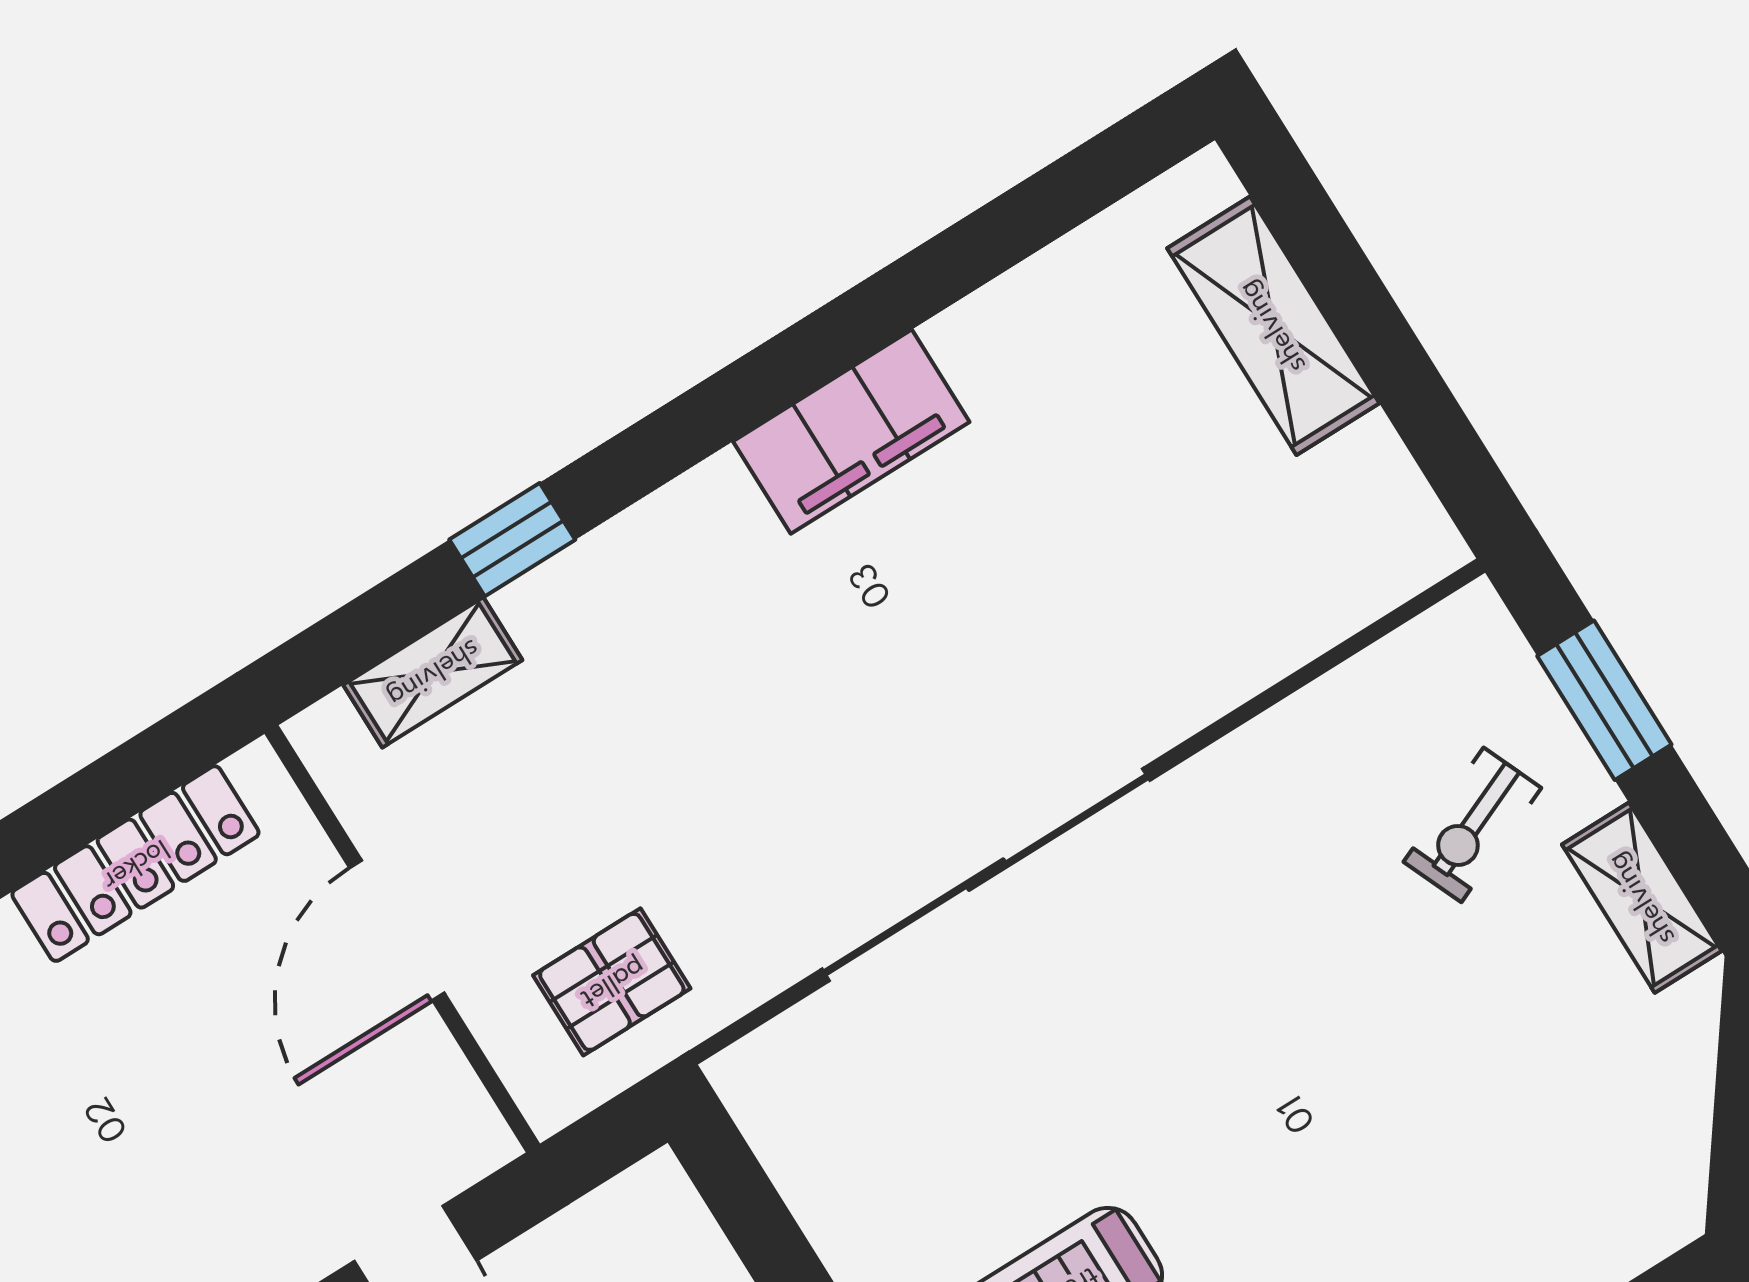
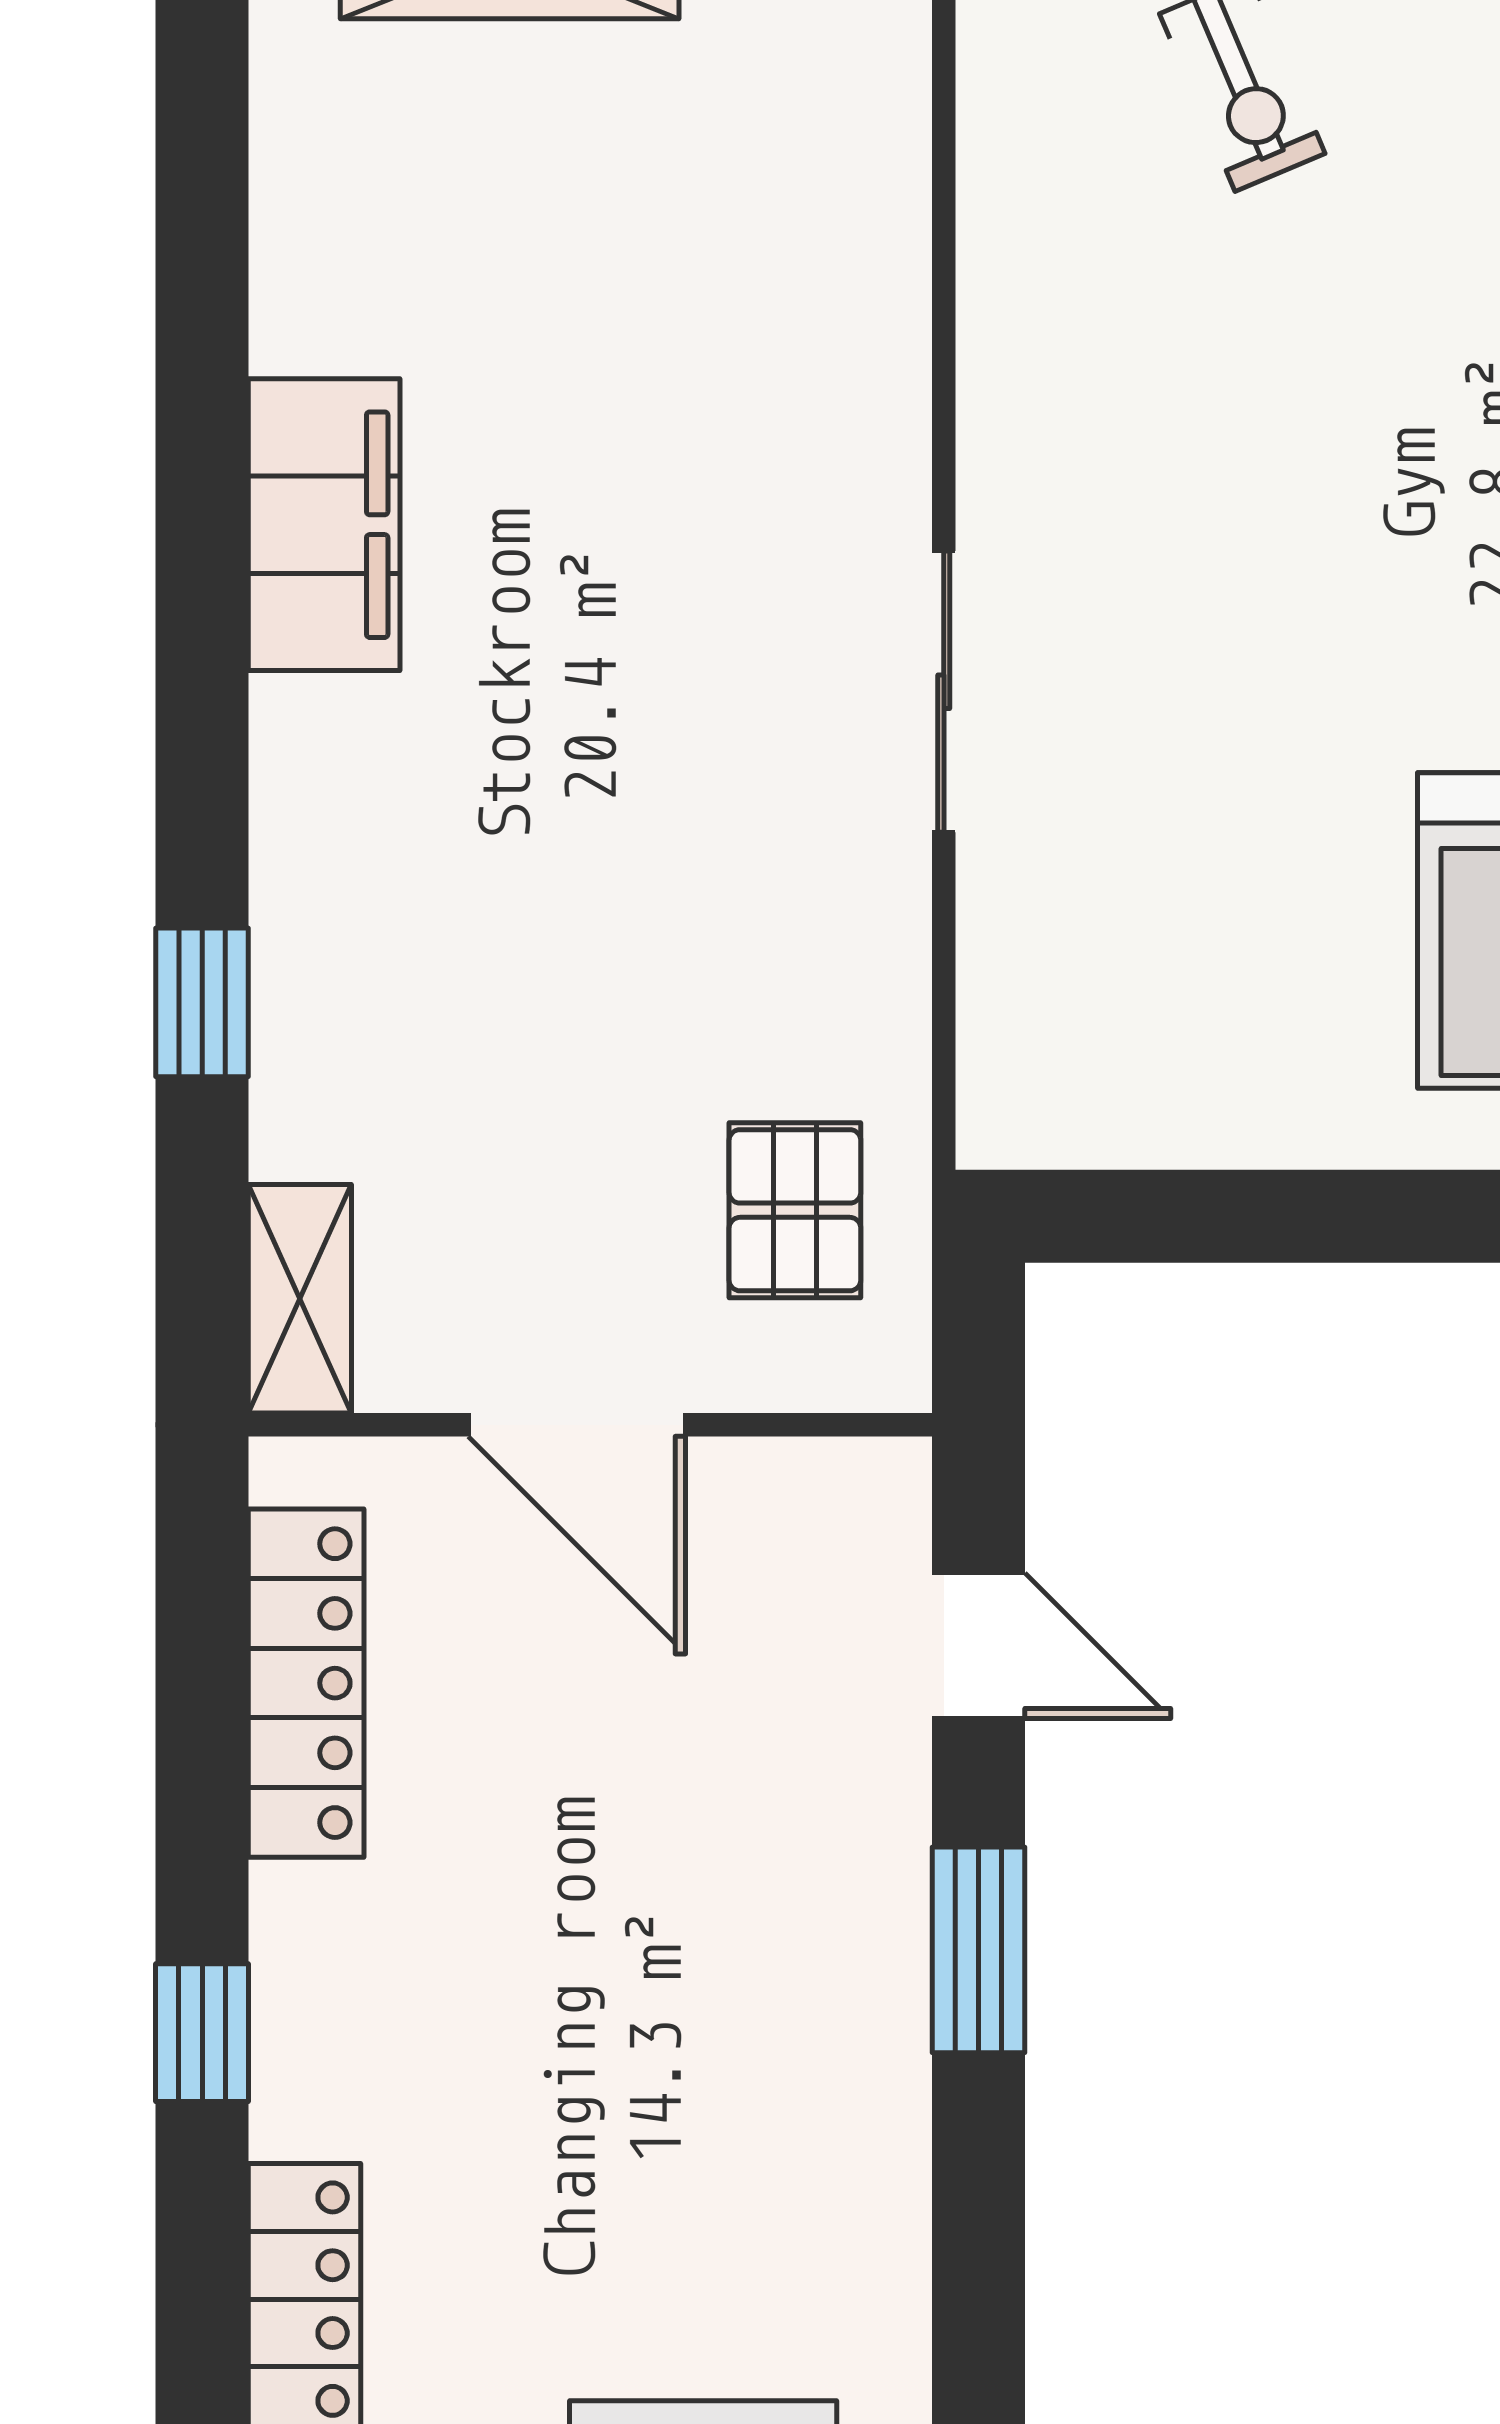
shelving: (433, 672) -> (300, 1299), moved
sliding door: (986, 875) -> (944, 692), width x0.54

